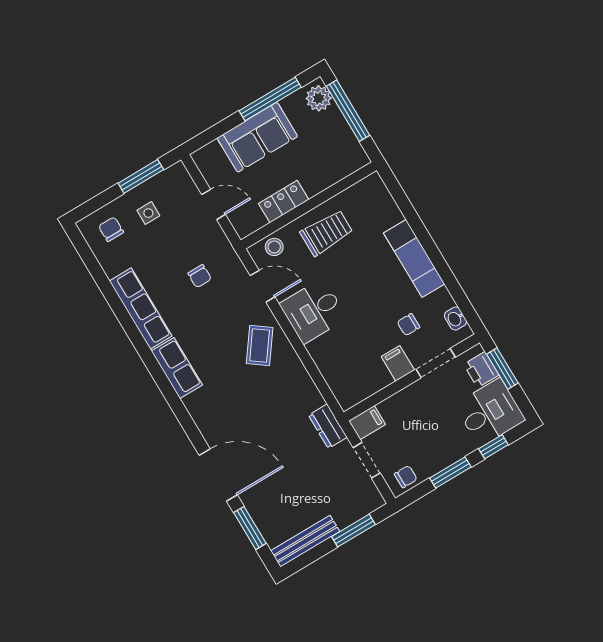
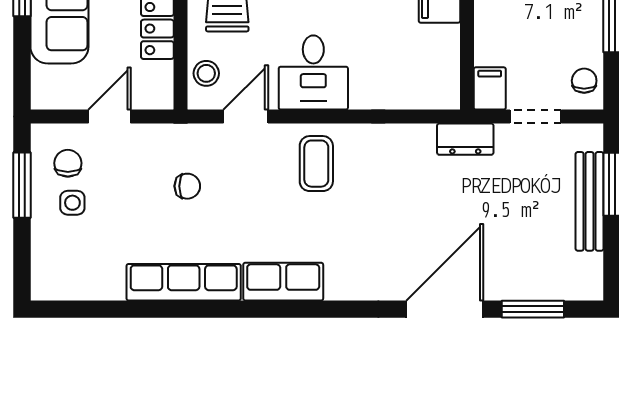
chair: (111, 229) -> (68, 163), moved, turned 90
coffee table: (260, 346) -> (316, 164), turned 54
bench: (305, 541) -> (590, 201), moved

